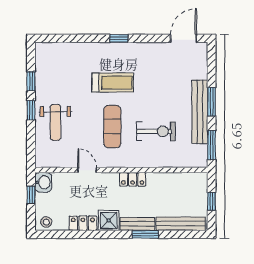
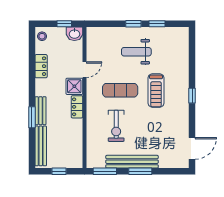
door: (184, 38) -> (192, 148), hinge flipped
weight bench: (55, 122) -> (136, 52), moved
shower: (109, 220) -> (74, 86), moved

